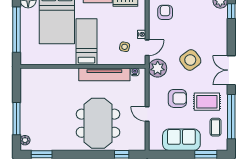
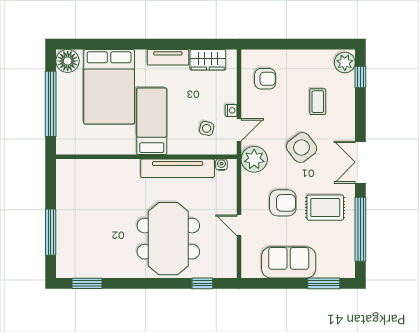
armchair: (165, 12) -> (265, 79), turned 90
coffee table: (216, 127) -> (318, 102), moved
plant: (25, 140) -> (63, 263), removed

